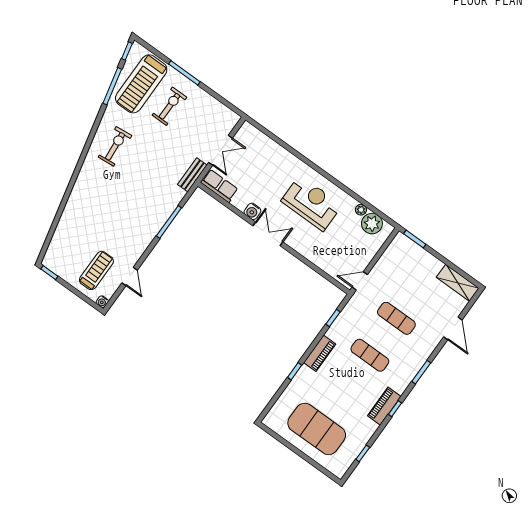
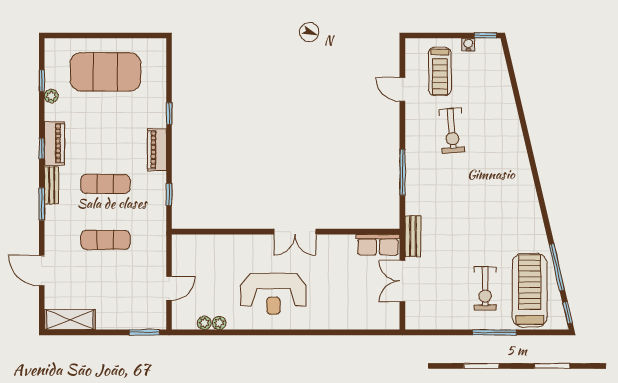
exercise bike: (115, 146) -> (452, 131), moved
water cooler: (252, 211) -> (326, 243), removed
plant: (372, 224) -> (204, 323), width x0.53, depth x0.53
door: (360, 281) -> (169, 288), moved
water cooler: (102, 302) -> (468, 44), moved
bench: (406, 380) -> (52, 185), added
plant: (364, 439) -> (51, 96), added

